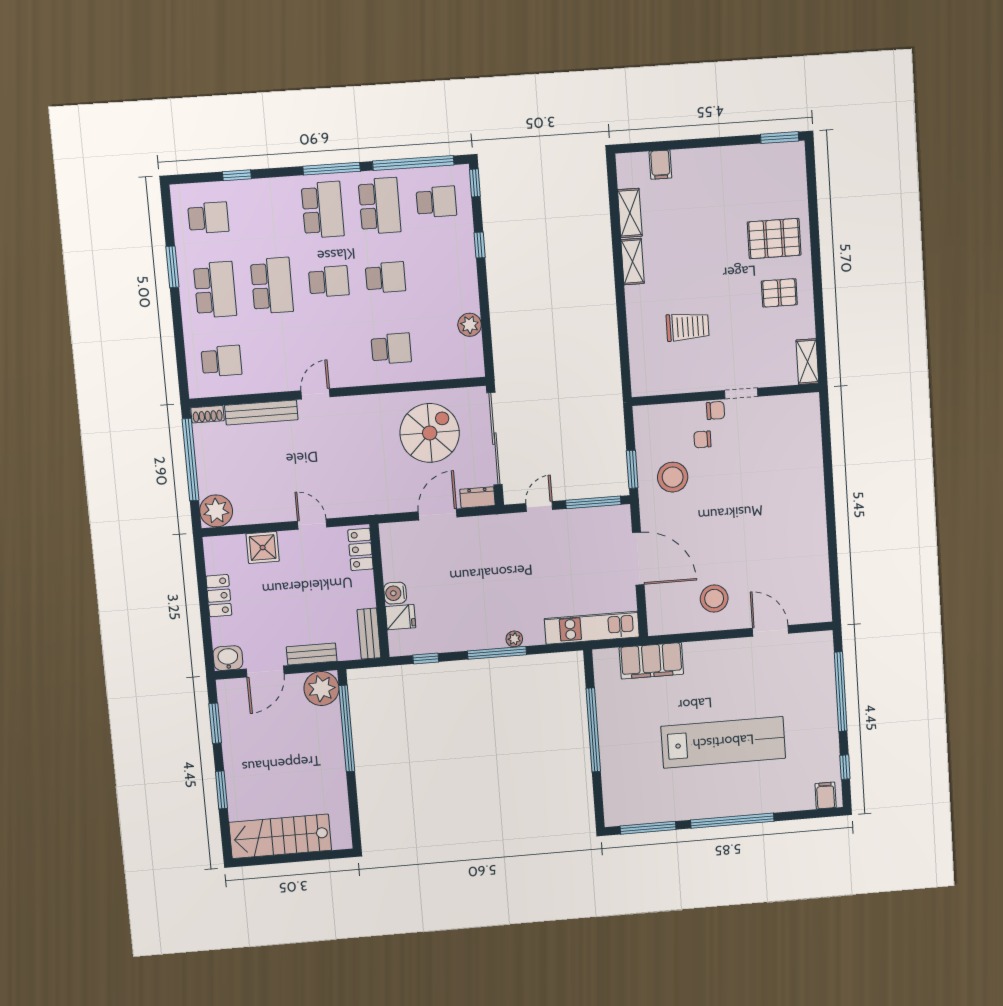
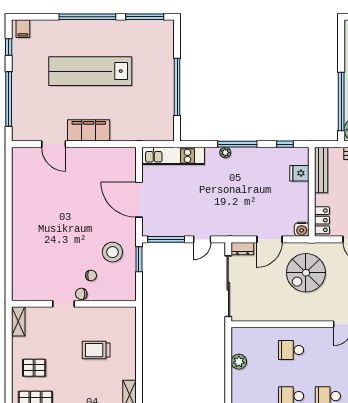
spiral stairs: (430, 433) -> (306, 273), moved
water cooler: (395, 593) -> (302, 229), moved, turned 90
stool: (714, 599) -> (90, 169), removed
bench: (369, 634) -> (321, 170), width x1.36
filing cabinet: (651, 661) -> (89, 130), moved

